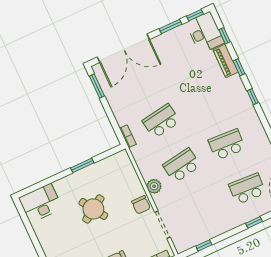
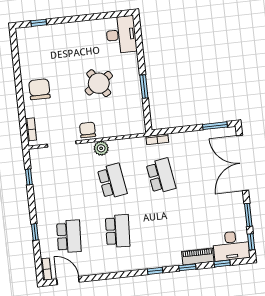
chair: (141, 205) -> (88, 130), turned 90

